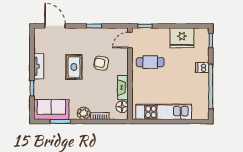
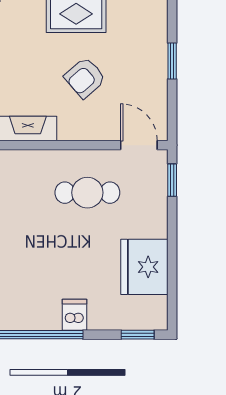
cafe table: (150, 62) -> (87, 193), turned 90
armchair: (101, 63) -> (85, 78), turned -141

